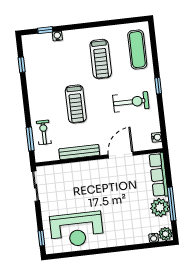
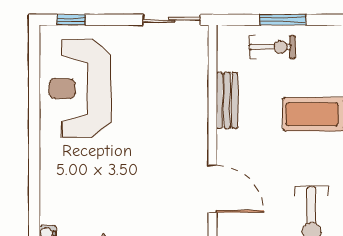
window: (30, 139) -> (283, 20), moved
bench: (79, 152) -> (227, 100), width x0.73

